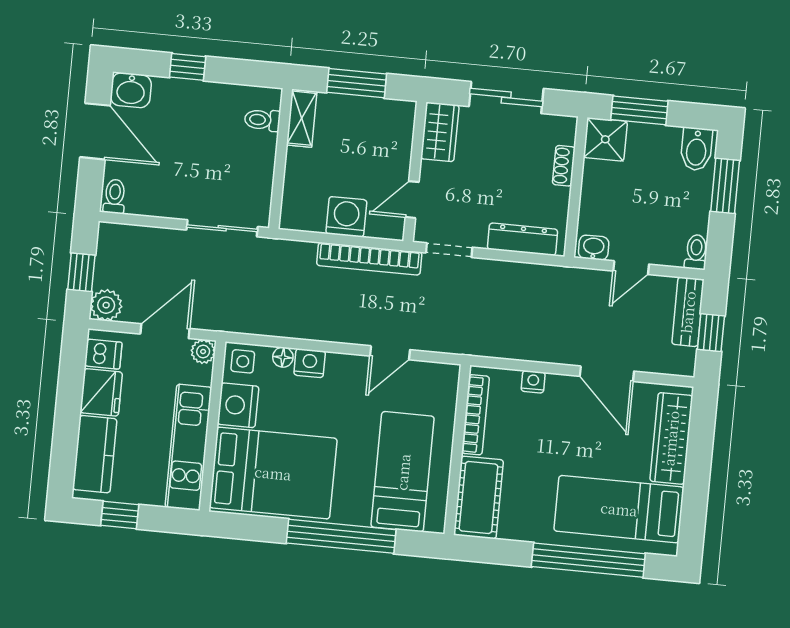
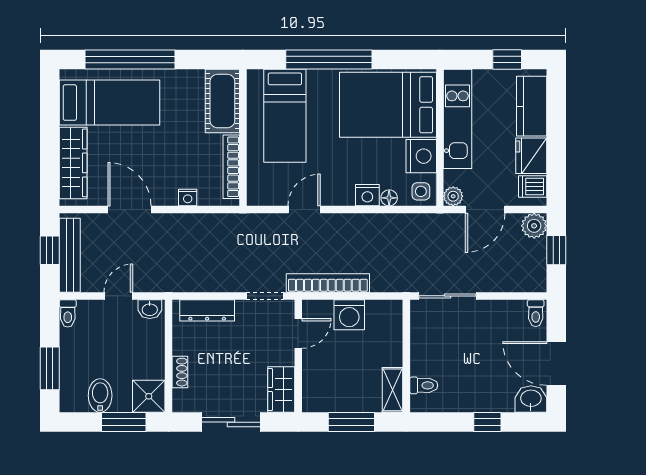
bidet: (696, 149) -> (100, 396), moved
bench: (688, 312) -> (70, 255), width x1.36

